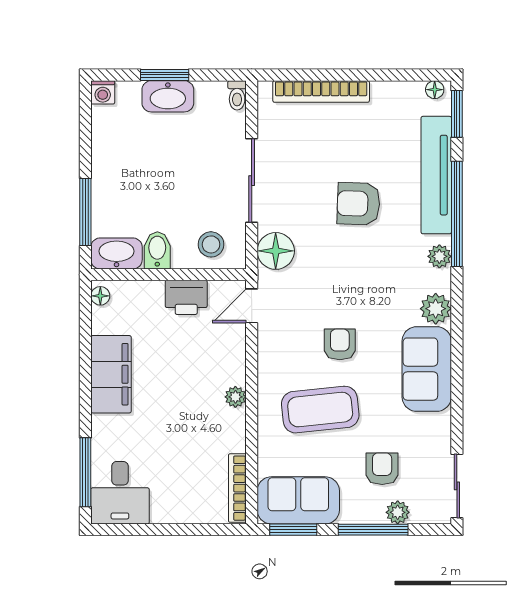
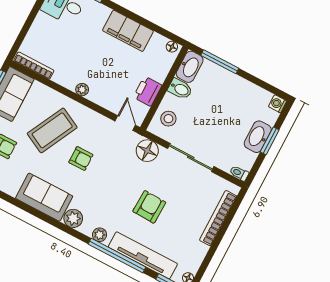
coffee table: (320, 410) -> (52, 130), turned 33

